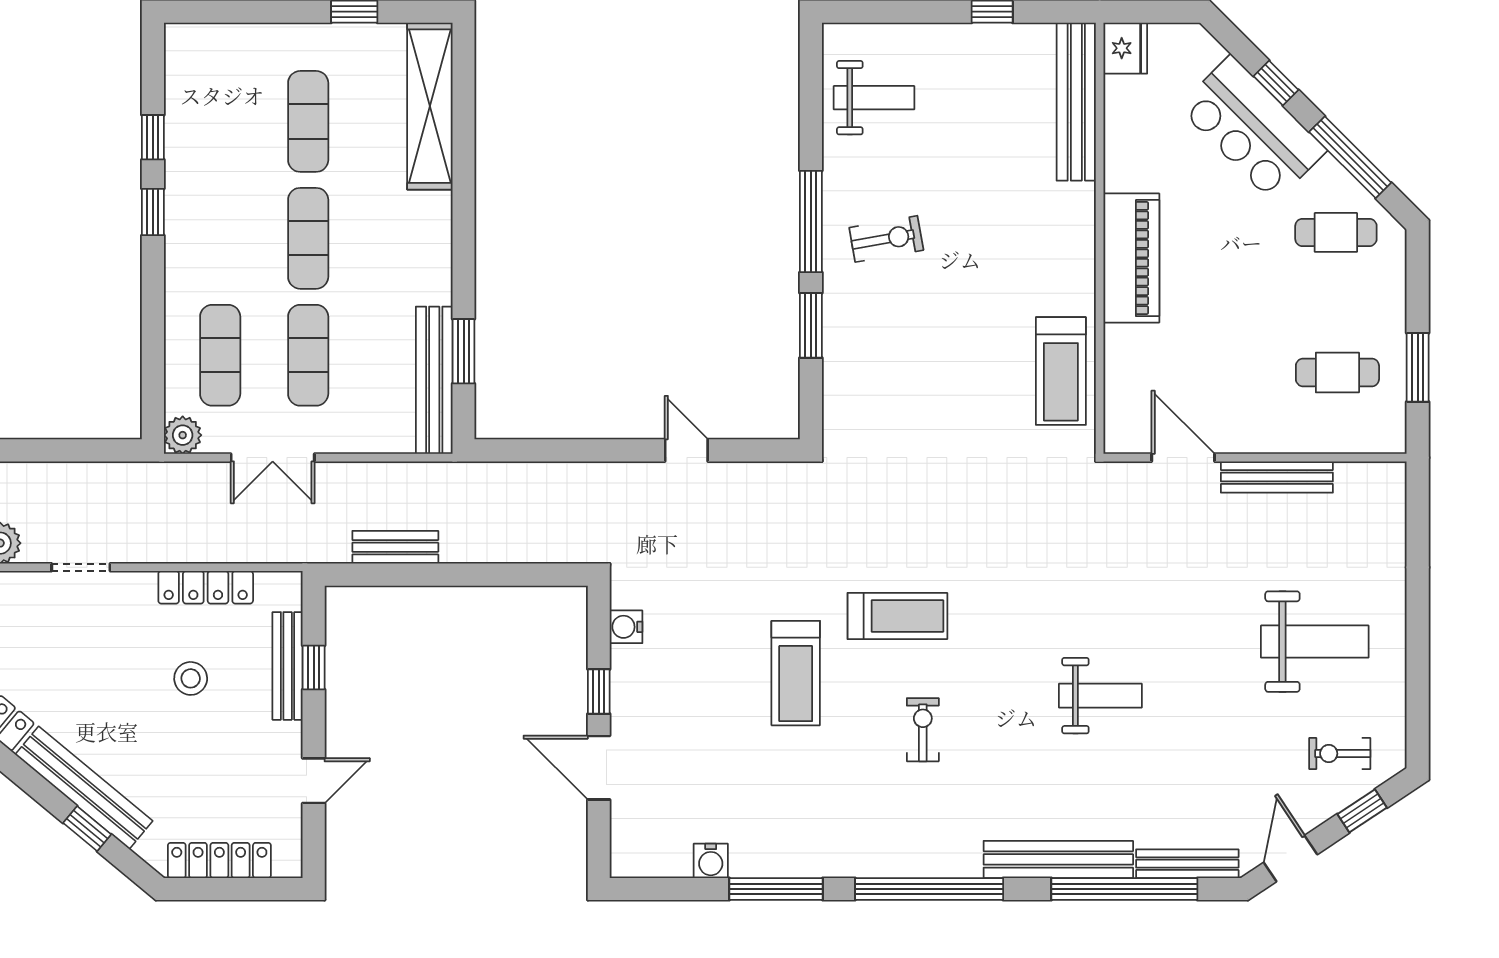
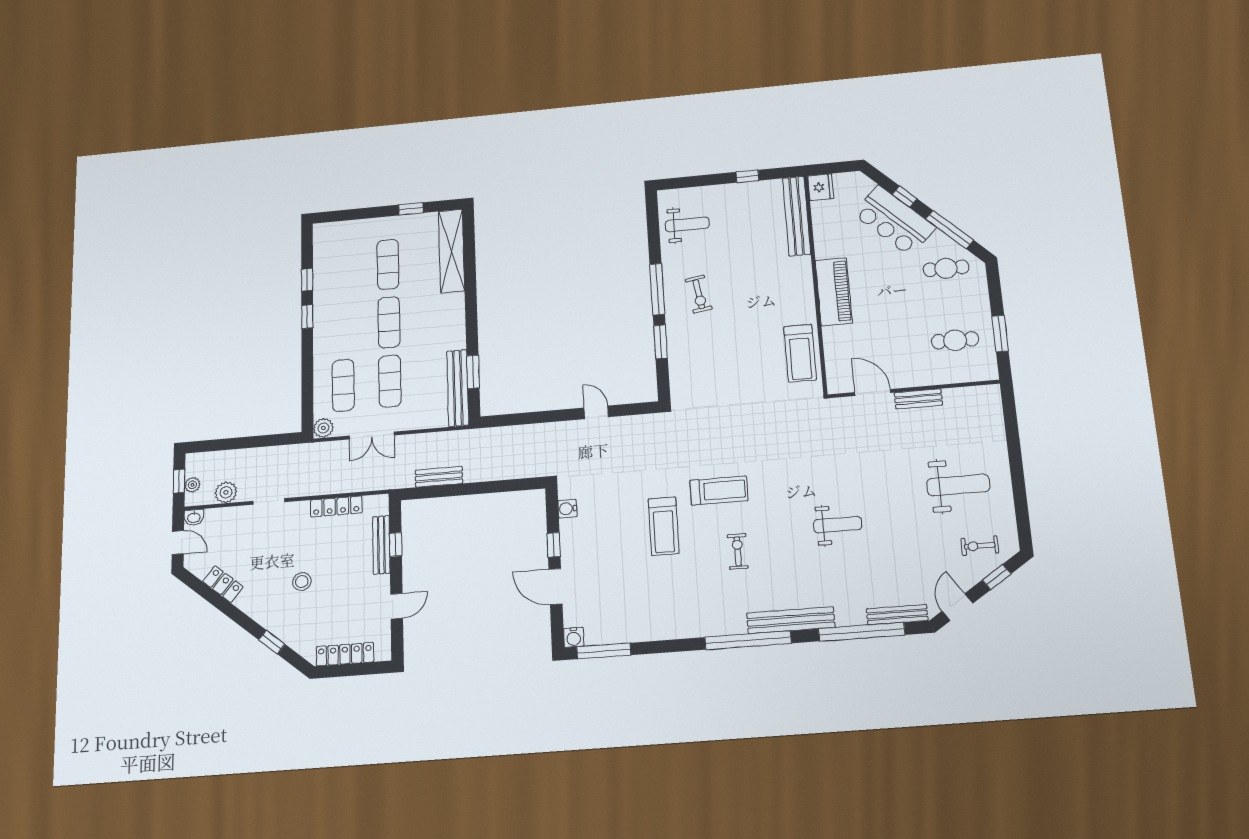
exercise bike: (886, 239) -> (699, 294), turned 91
bench: (1277, 477) -> (918, 399), width x0.73
stool: (191, 678) -> (302, 582), moved
bench: (84, 788) -> (270, 620), removed
bench: (1058, 859) -> (791, 620), moved
water cooler: (711, 861) -> (574, 637), moved
window: (776, 889) -> (604, 651), moved

